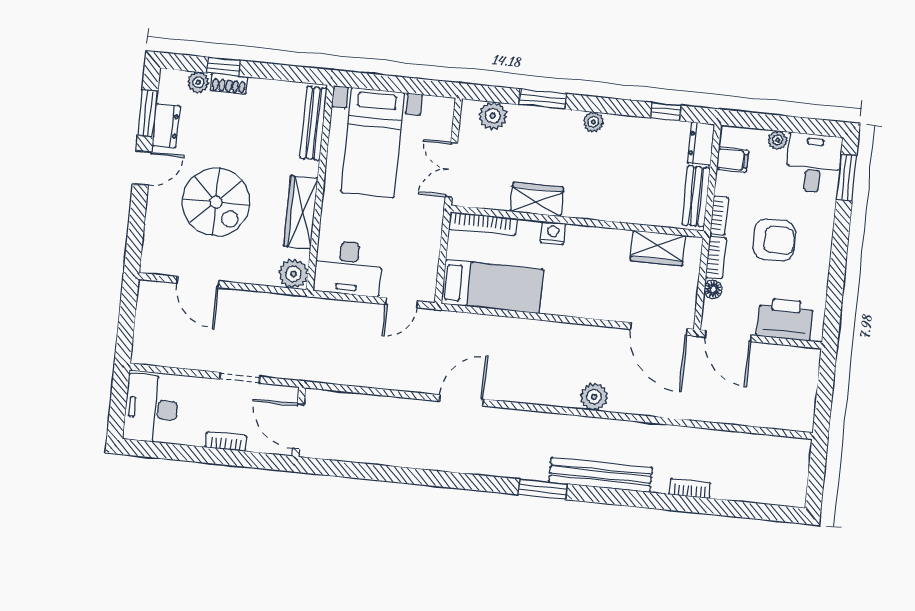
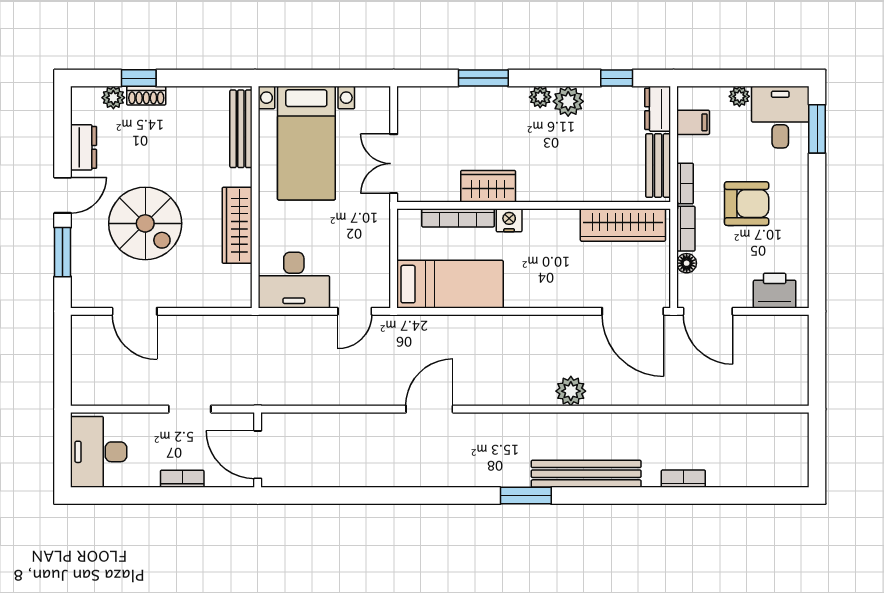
window: (148, 113) -> (63, 252), moved
plant: (493, 116) -> (568, 101), moved
bookcase: (483, 224) -> (458, 218), moved
wardrobe: (658, 248) -> (623, 225), width x1.50
plant: (293, 274) -> (236, 292), removed
printer: (785, 319) -> (775, 291), width x0.73, depth x0.84

